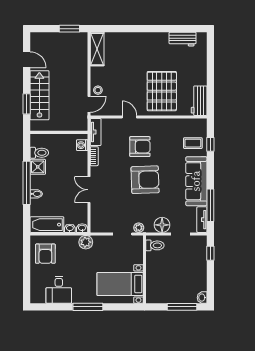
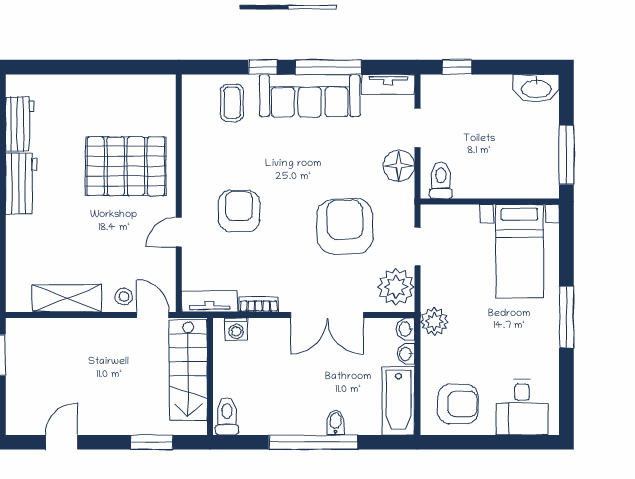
shelving: (97, 49) -> (67, 298), moved
stairs: (39, 95) -> (188, 370), moved, turned -90
workbench: (199, 101) -> (21, 184), moved, turned -90
window: (210, 144) -> (263, 67), moved
toilet: (39, 153) -> (227, 416), moved
shower: (38, 167) -> (281, 419), removed
armchair: (145, 180) -> (345, 226), moved
double door: (89, 190) -> (327, 315), width x1.37
window: (210, 205) -> (328, 67), moved
plant: (139, 228) -> (396, 287), moved, width x1.88, depth x1.88
desk: (59, 290) -> (522, 407), moved, turned 90
washbasin: (202, 298) -> (536, 88), width x1.91, depth x1.45
window: (182, 307) -> (566, 155), moved

